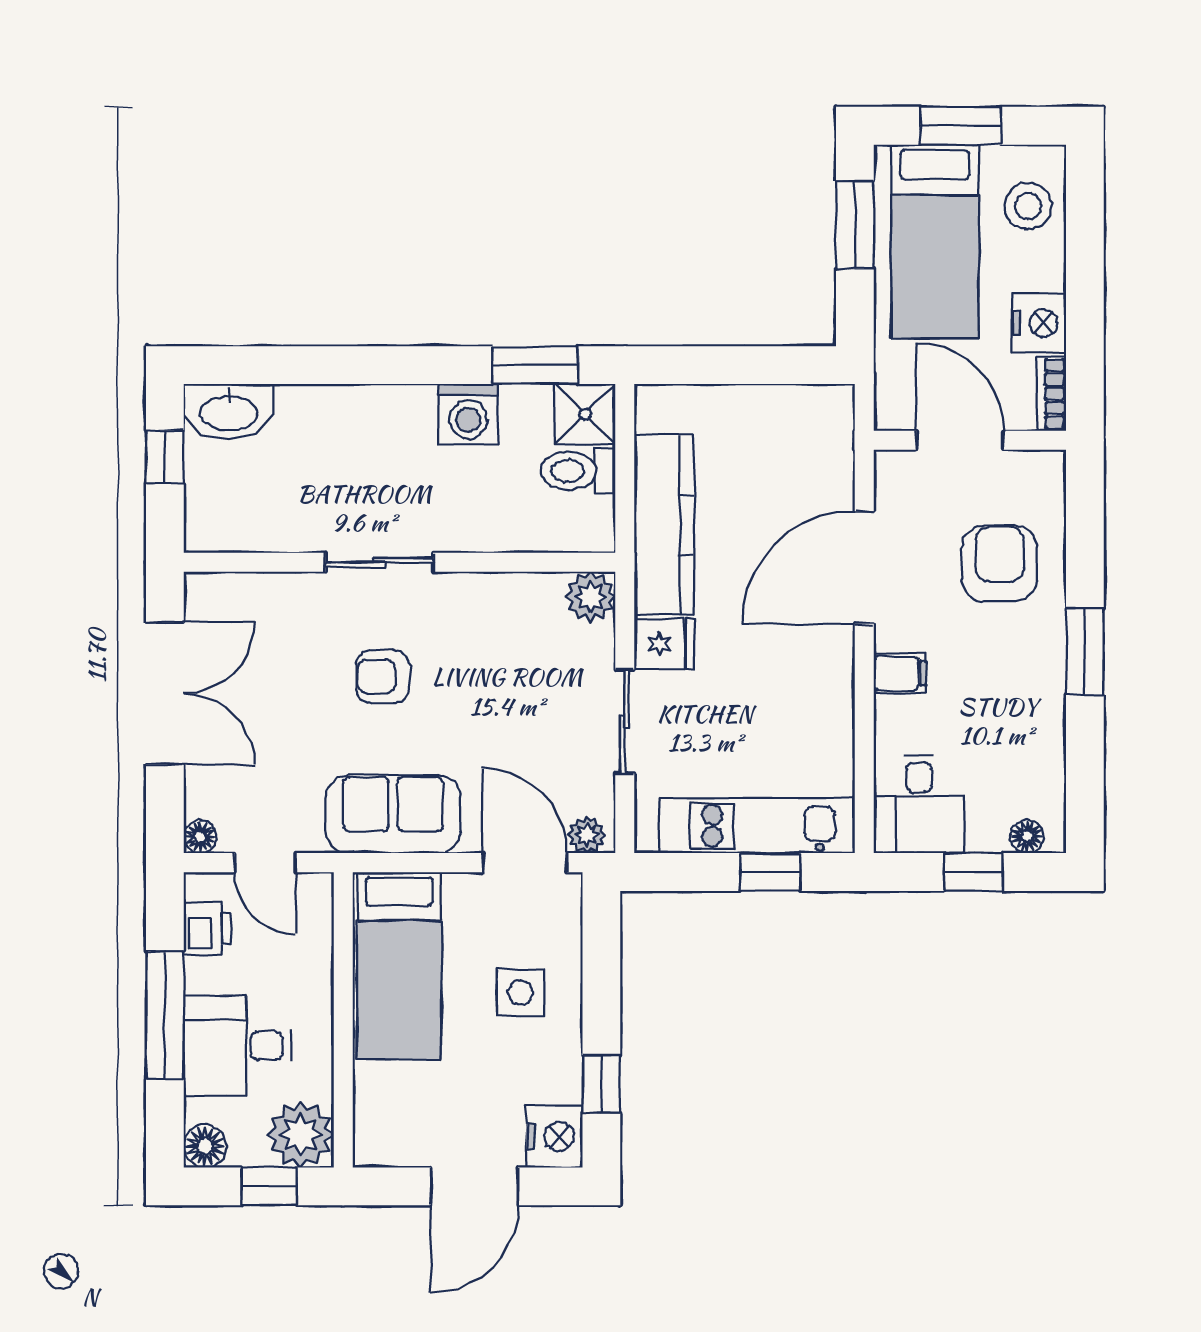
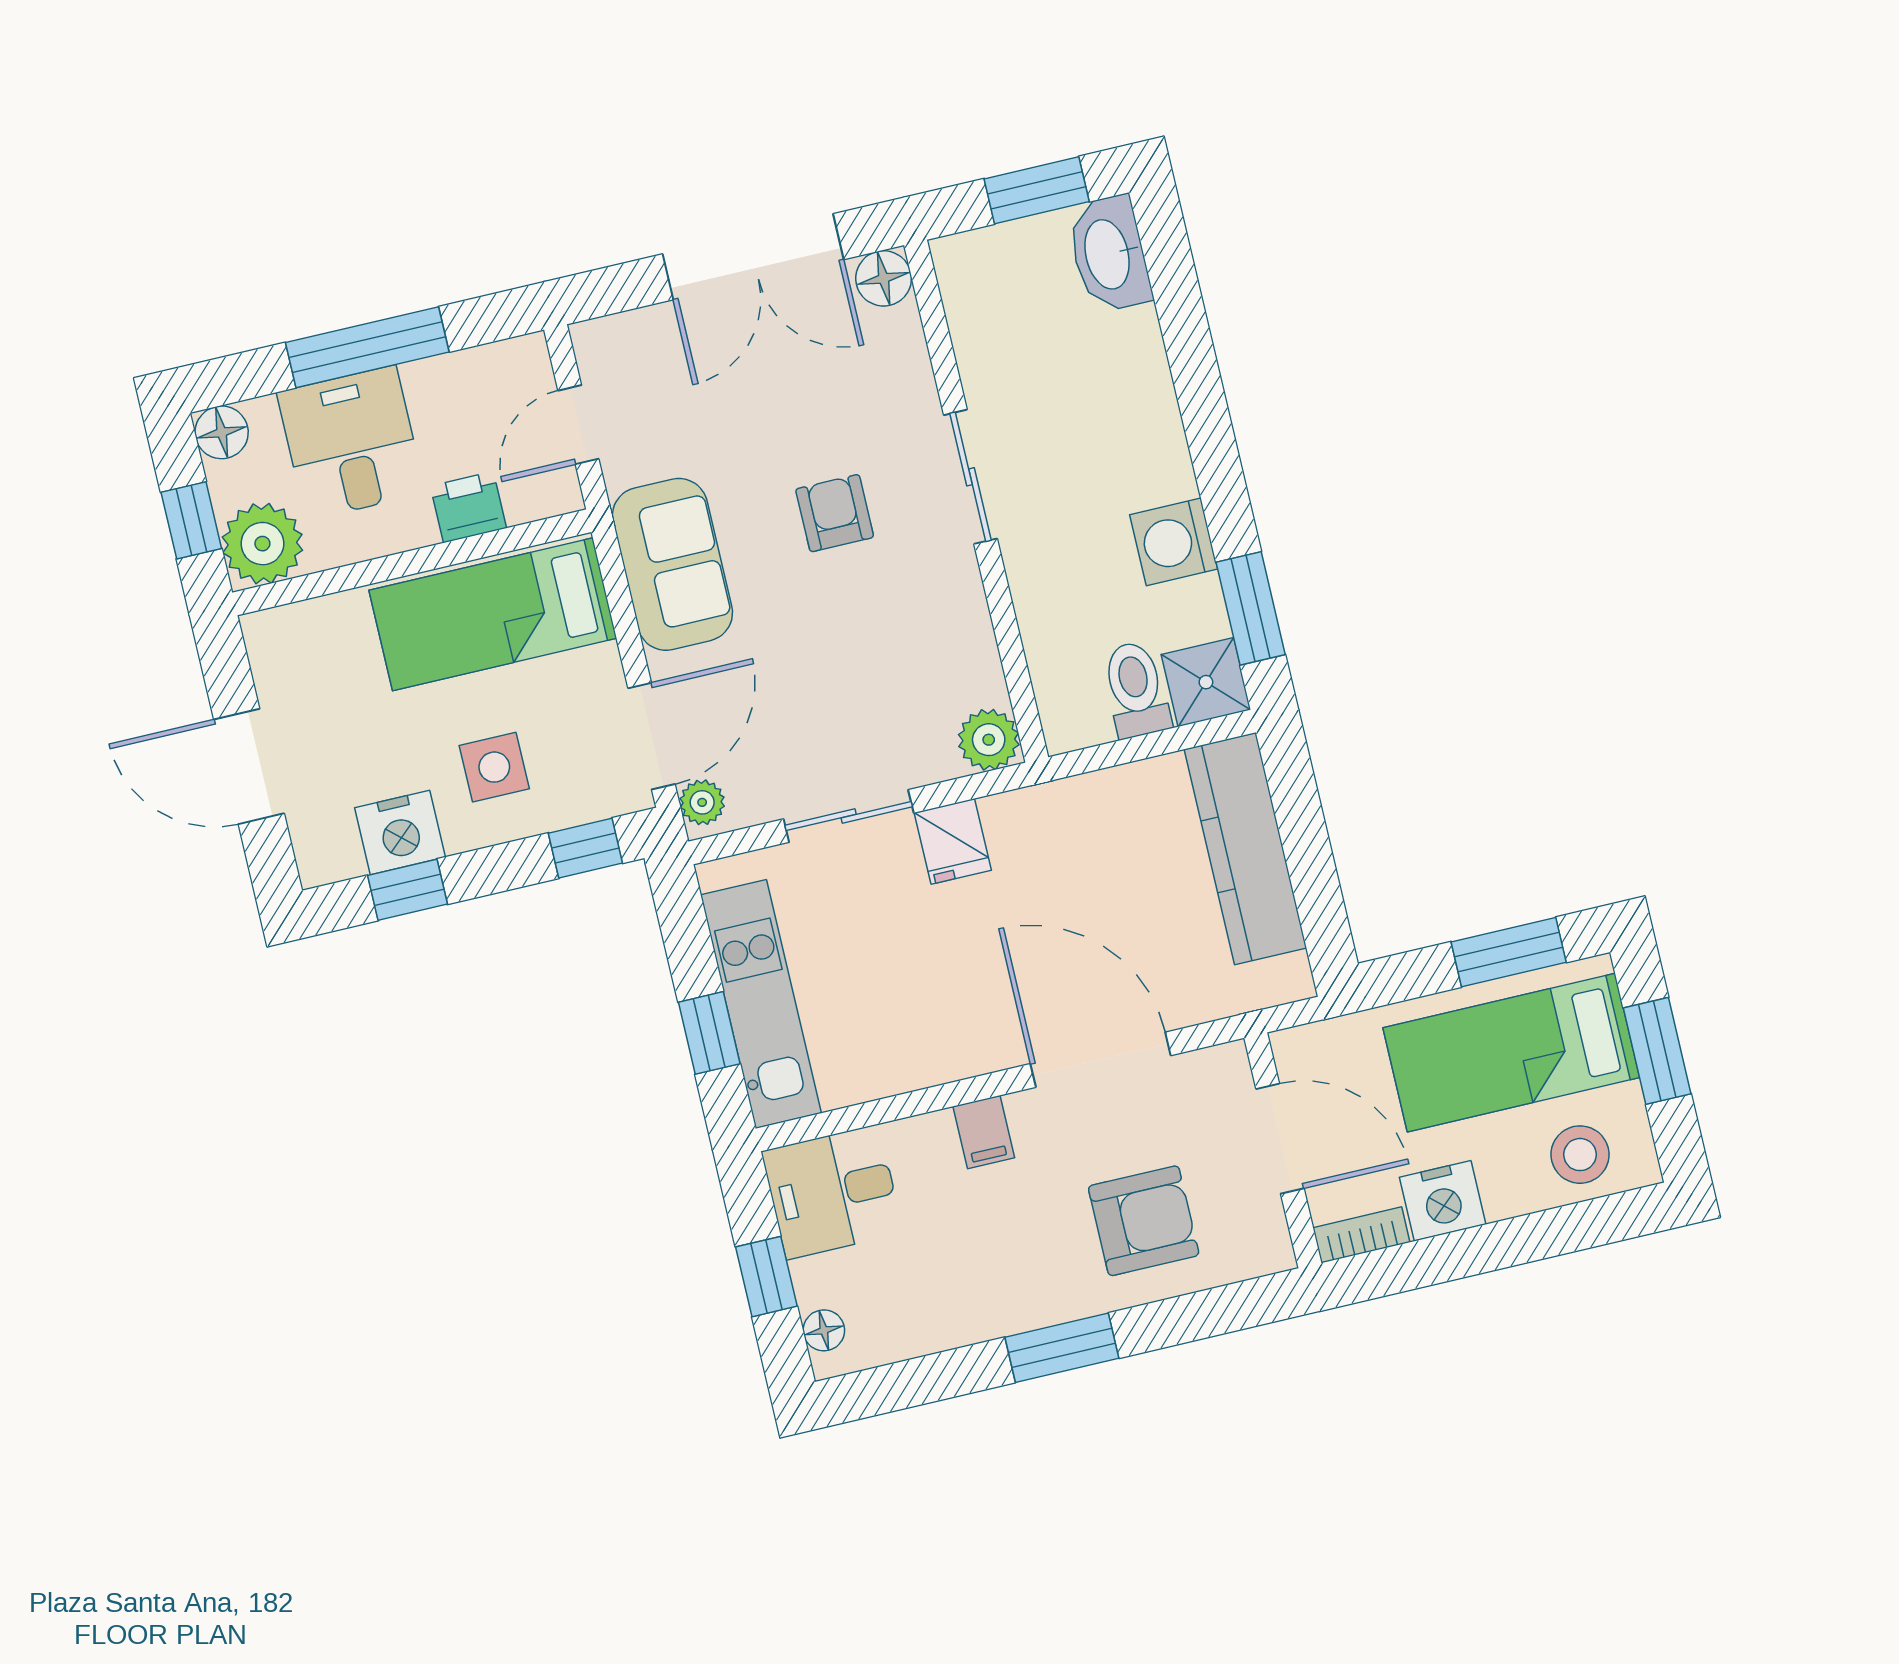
door: (960, 440) -> (1280, 1139), hinge flipped
window: (165, 457) -> (1037, 190), width x1.50
kitchen counter: (664, 525) -> (1245, 849), moved, turned 90
floor lamp: (200, 837) -> (884, 278), moved, width x1.37, depth x1.37
printer: (207, 929) -> (468, 507), moved, turned 180
window: (601, 936) -> (585, 848), added
nightstand: (555, 1136) -> (400, 832), moved

